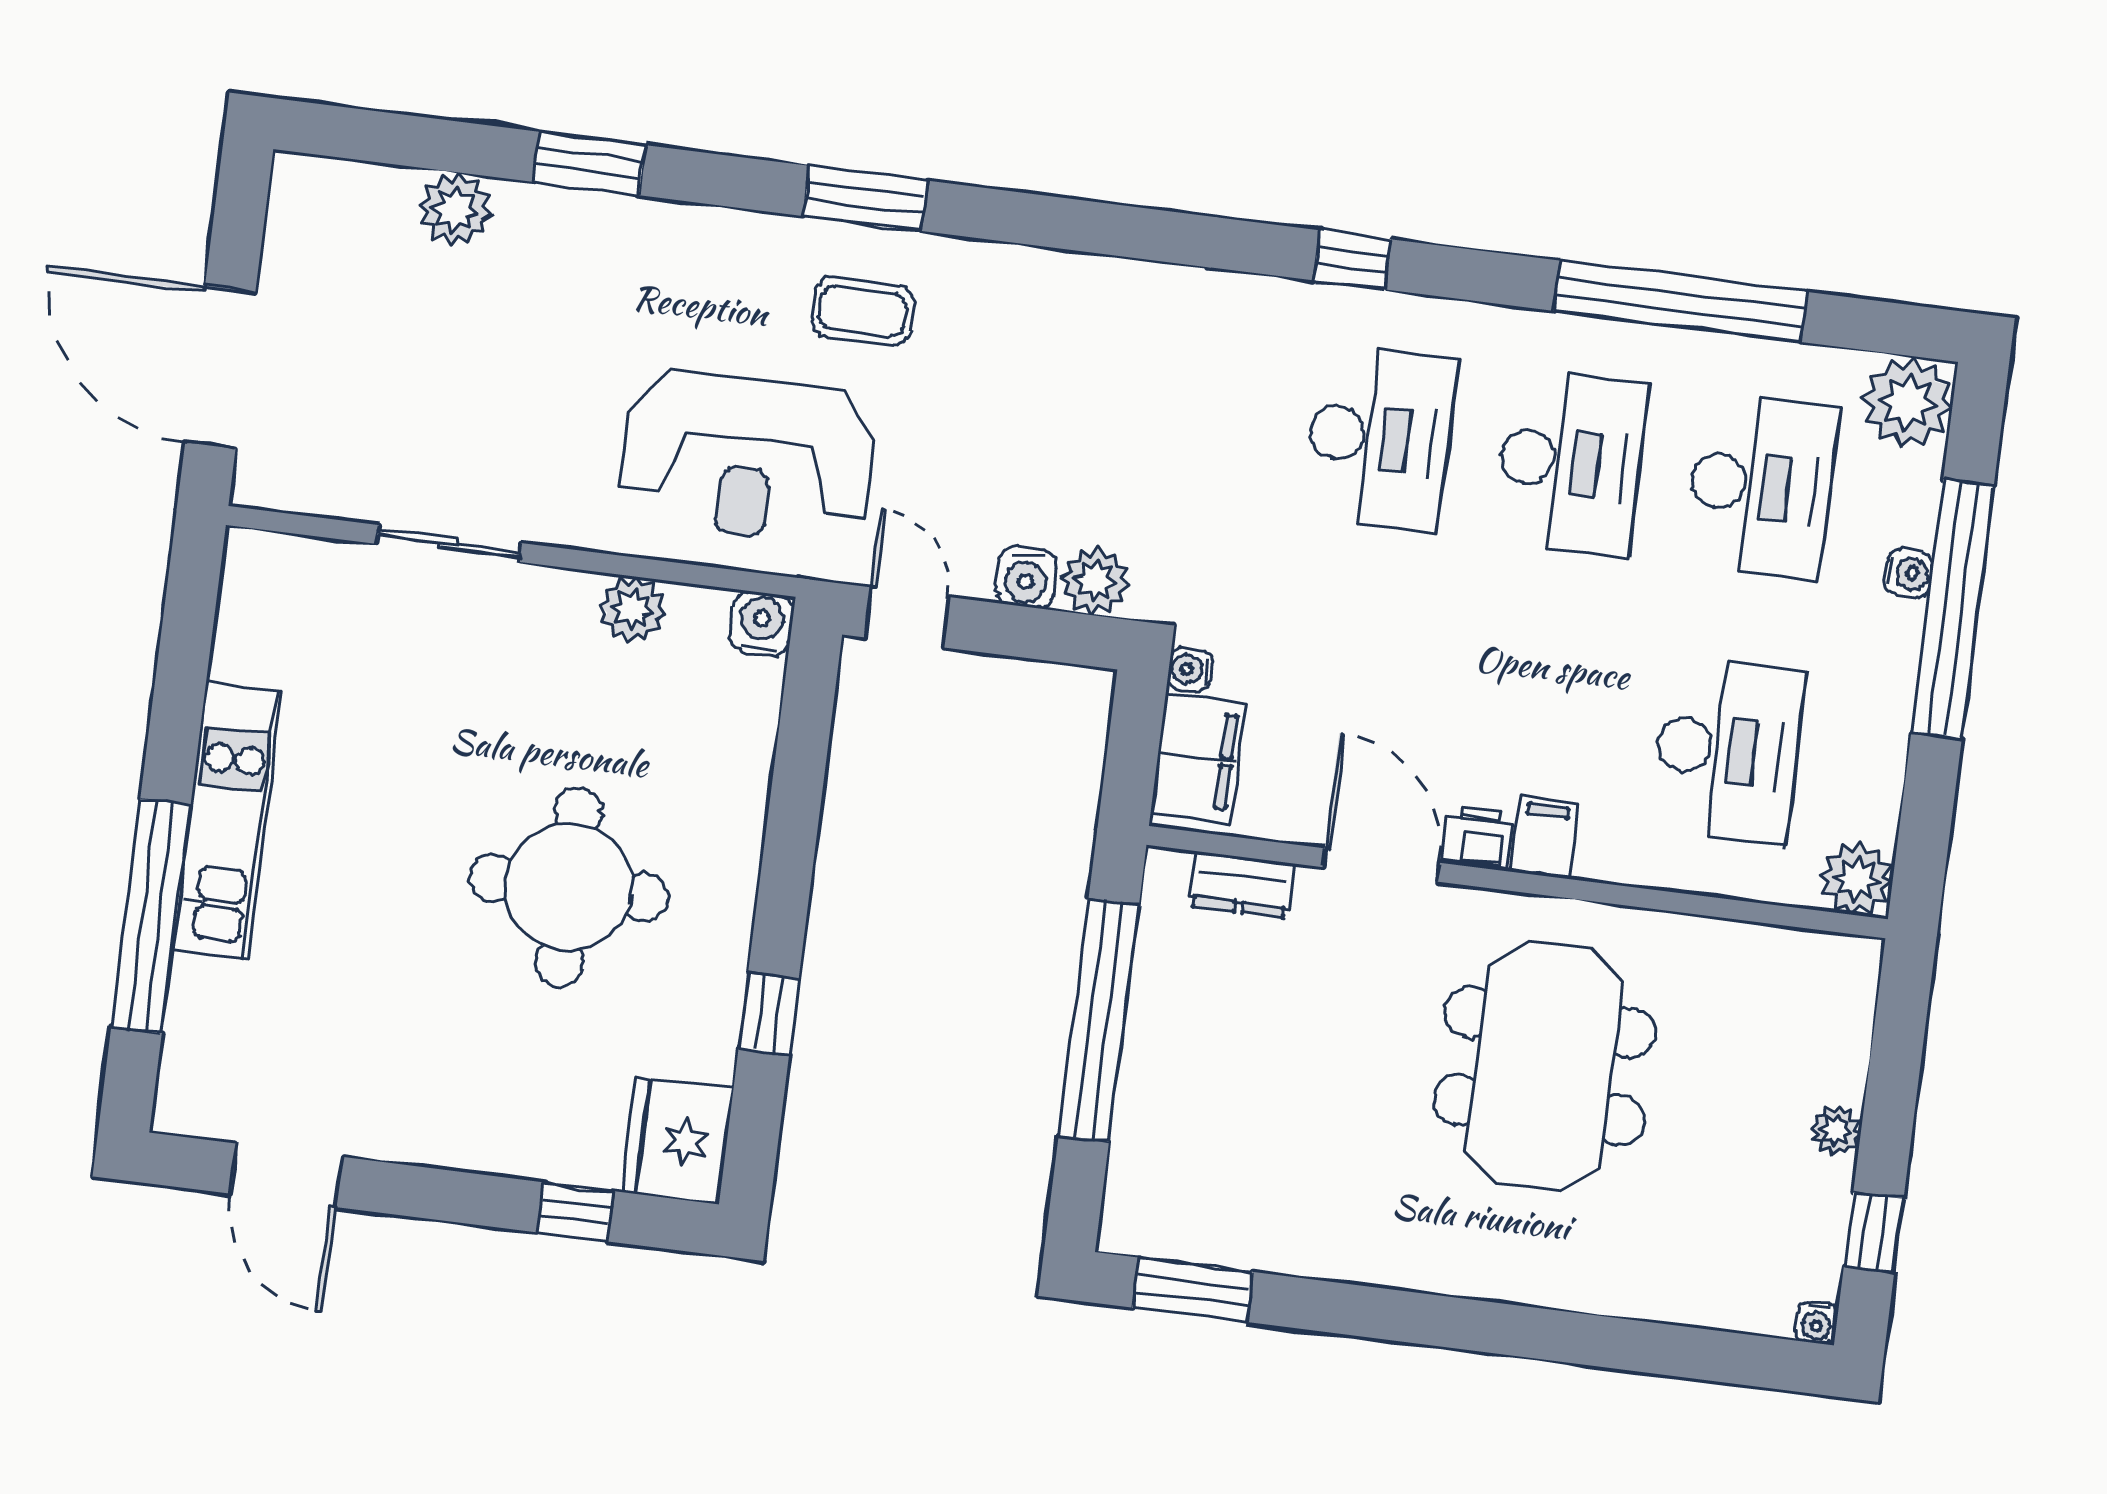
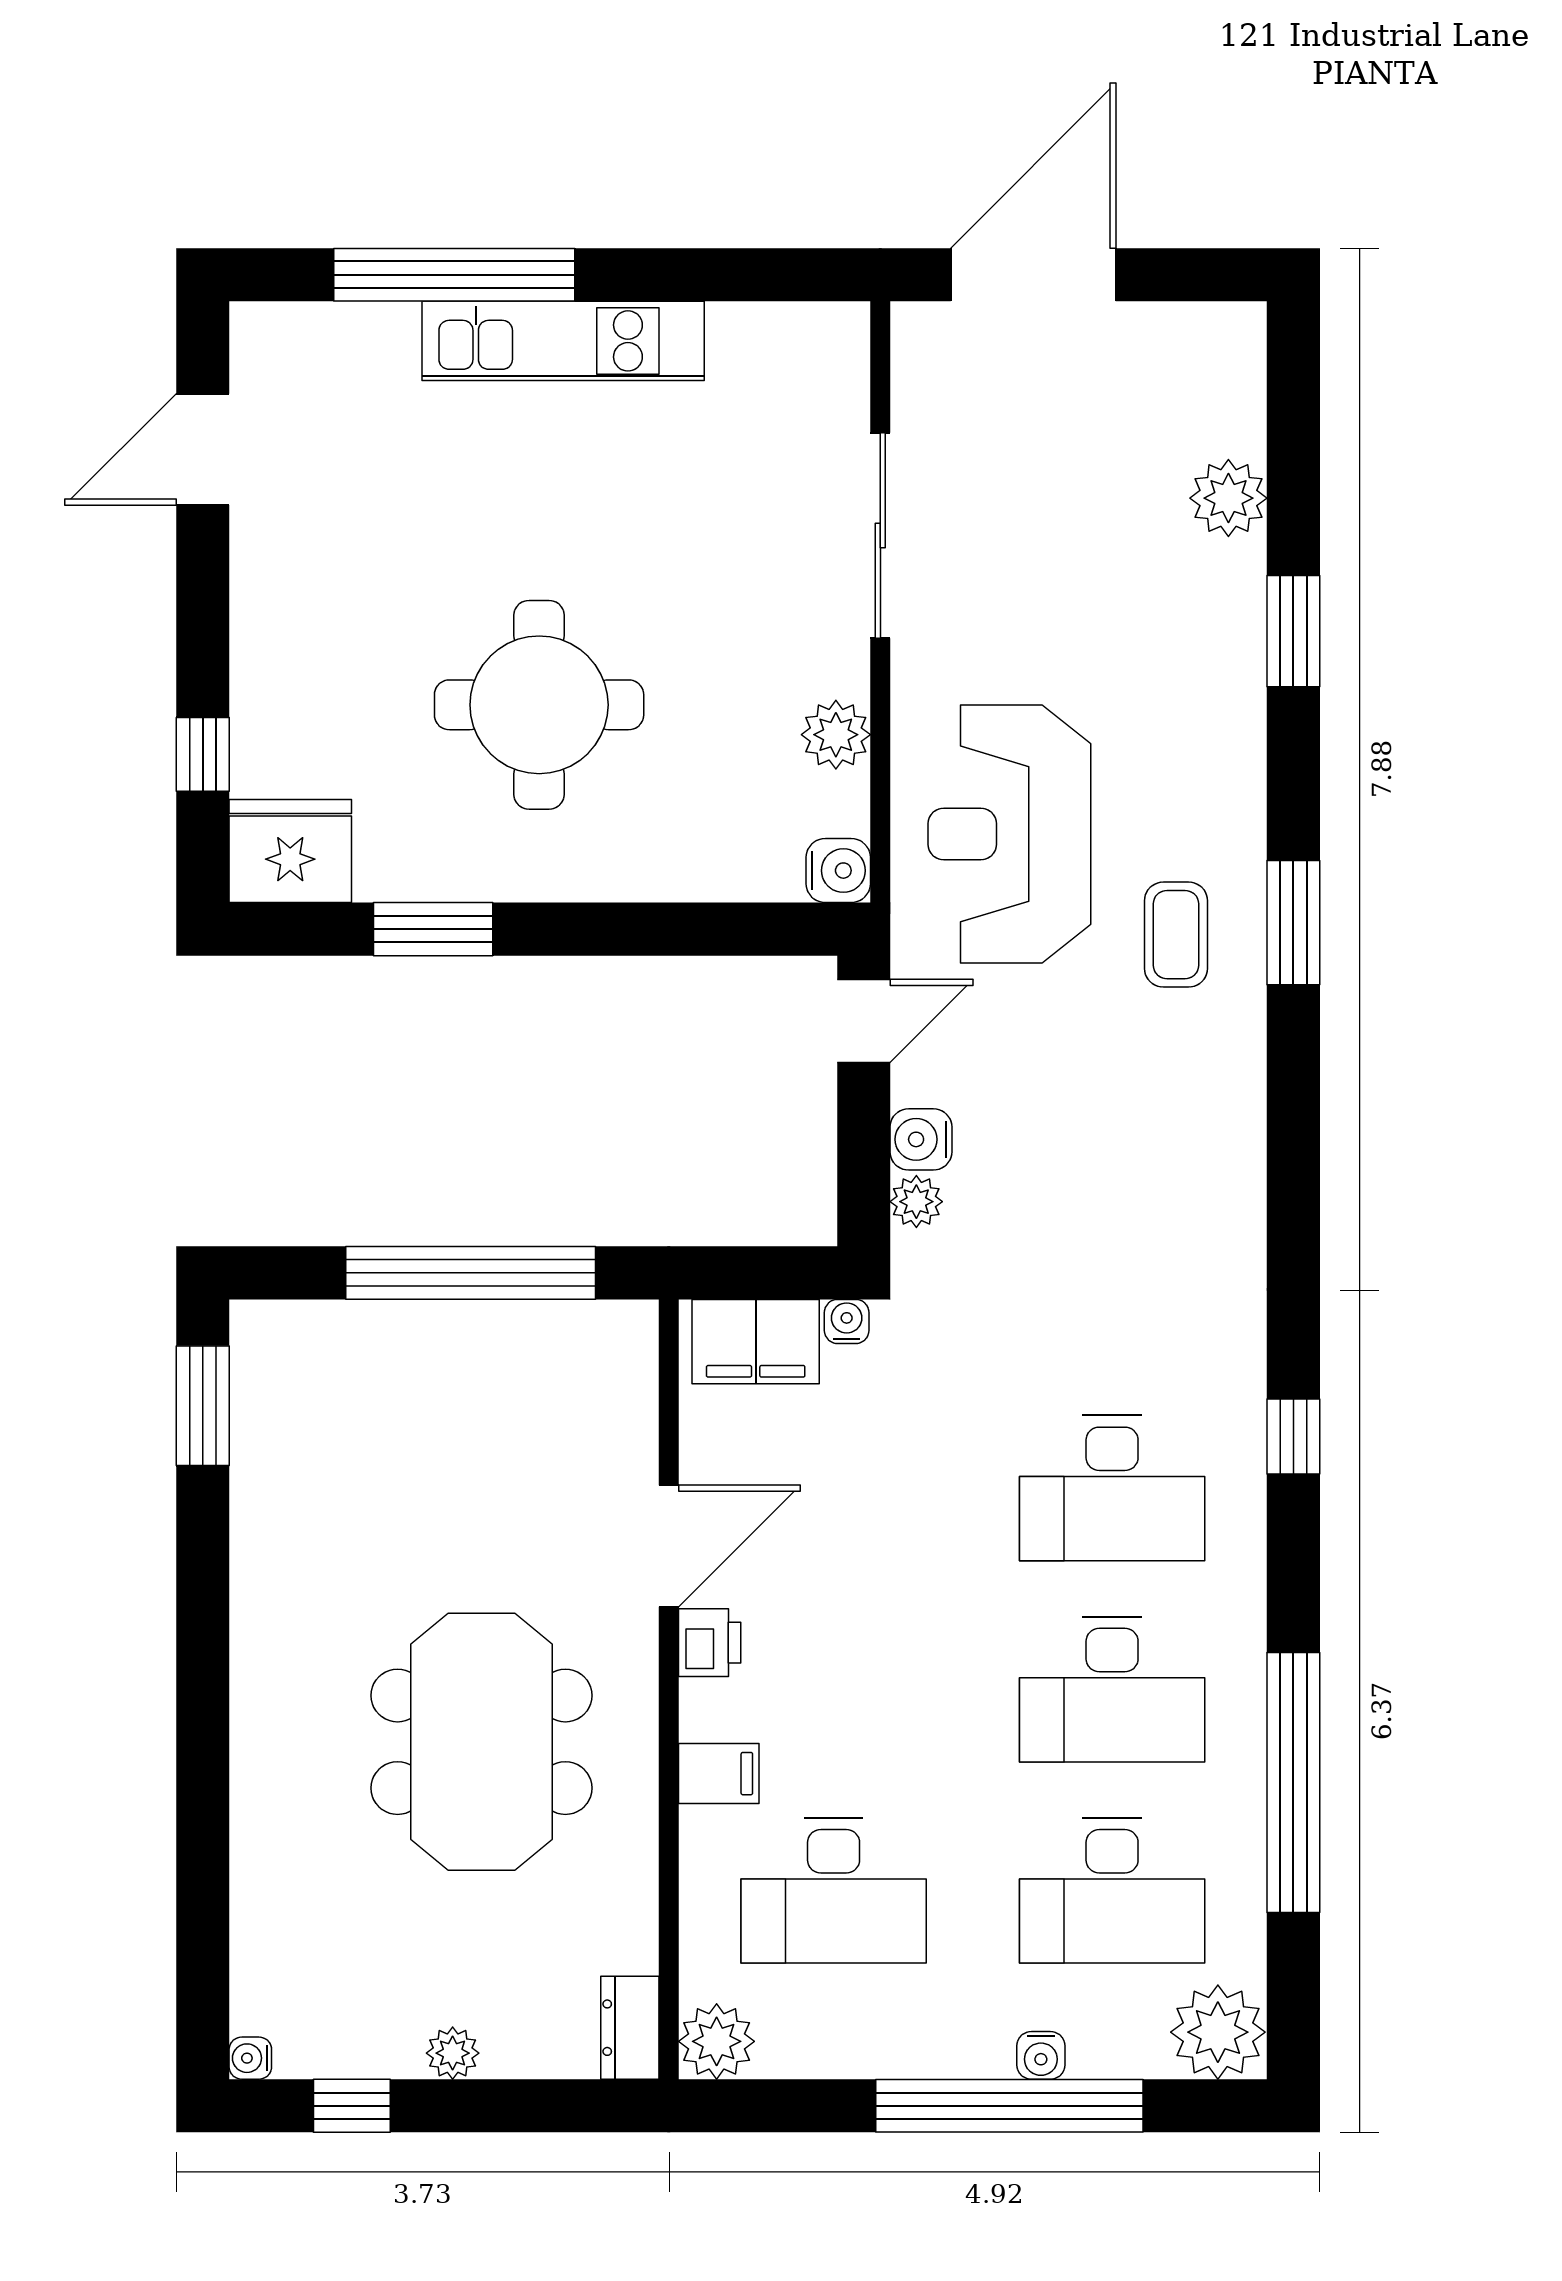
sliding door: (449, 544) -> (880, 536), width x1.37
plant: (1095, 581) -> (916, 1202), width x0.73, depth x0.73
filing cabinet: (1545, 837) -> (719, 1774), moved
dresser: (1241, 885) -> (630, 2028), moved
window: (769, 1014) -> (433, 929), width x1.50
meeting table: (1544, 1066) -> (481, 1742), turned 90

